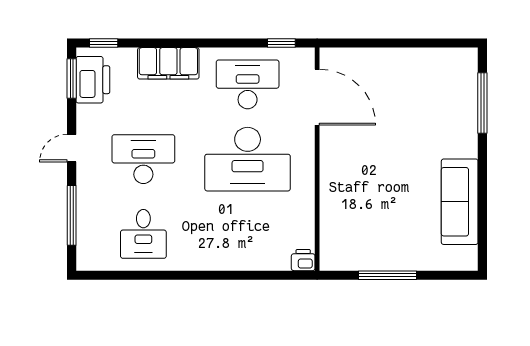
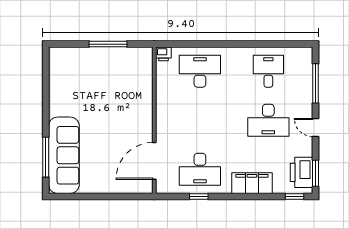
window: (281, 43) -> (199, 196), moved
door: (317, 97) -> (154, 161), hinge flipped
door: (72, 148) -> (315, 127), swing flipped
desk: (248, 159) -> (200, 71), moved, width x0.73, depth x0.77
sofa: (460, 202) -> (64, 155), moved, width x1.36, depth x1.27

